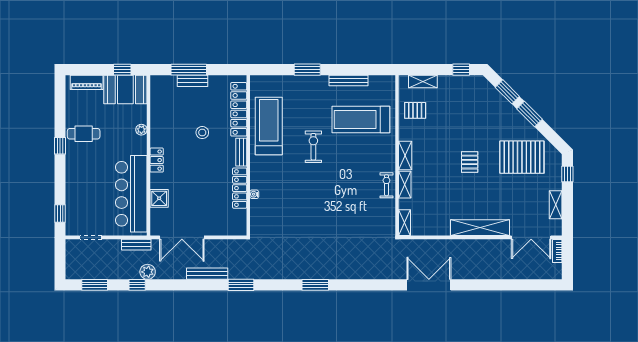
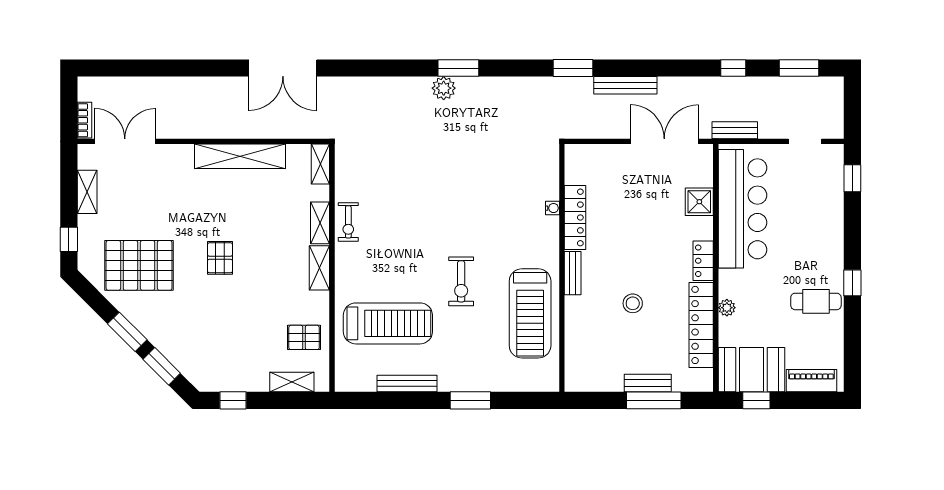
locker: (239, 109) -> (701, 325), moved, turned 180
shelving: (480, 228) -> (240, 156), moved
plant: (148, 272) -> (444, 88), moved

